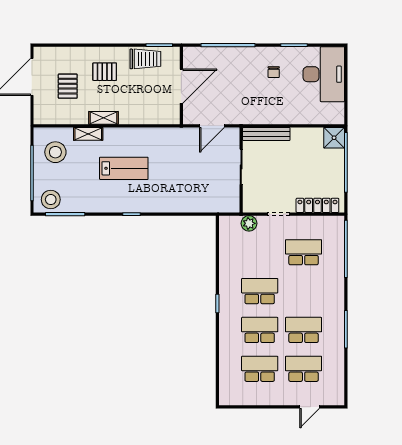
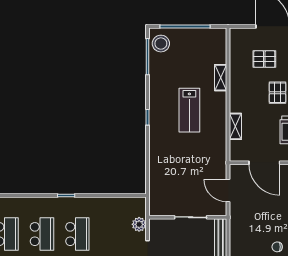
shelving: (103, 118) -> (235, 126), moved
stool: (55, 152) -> (204, 48), removed

